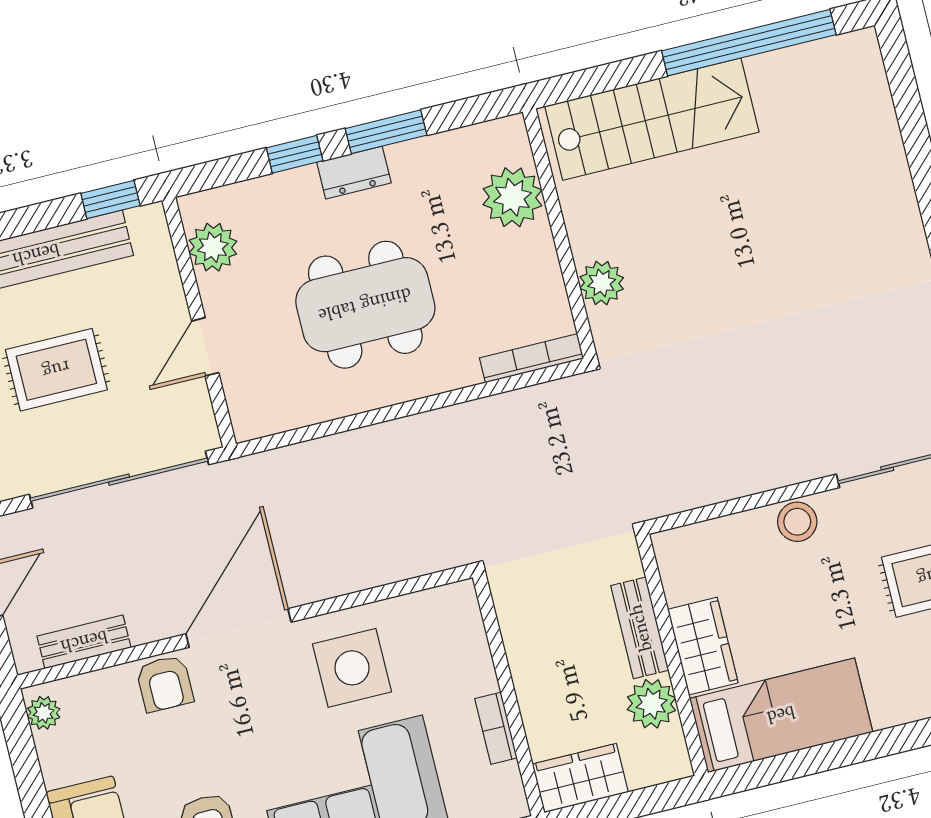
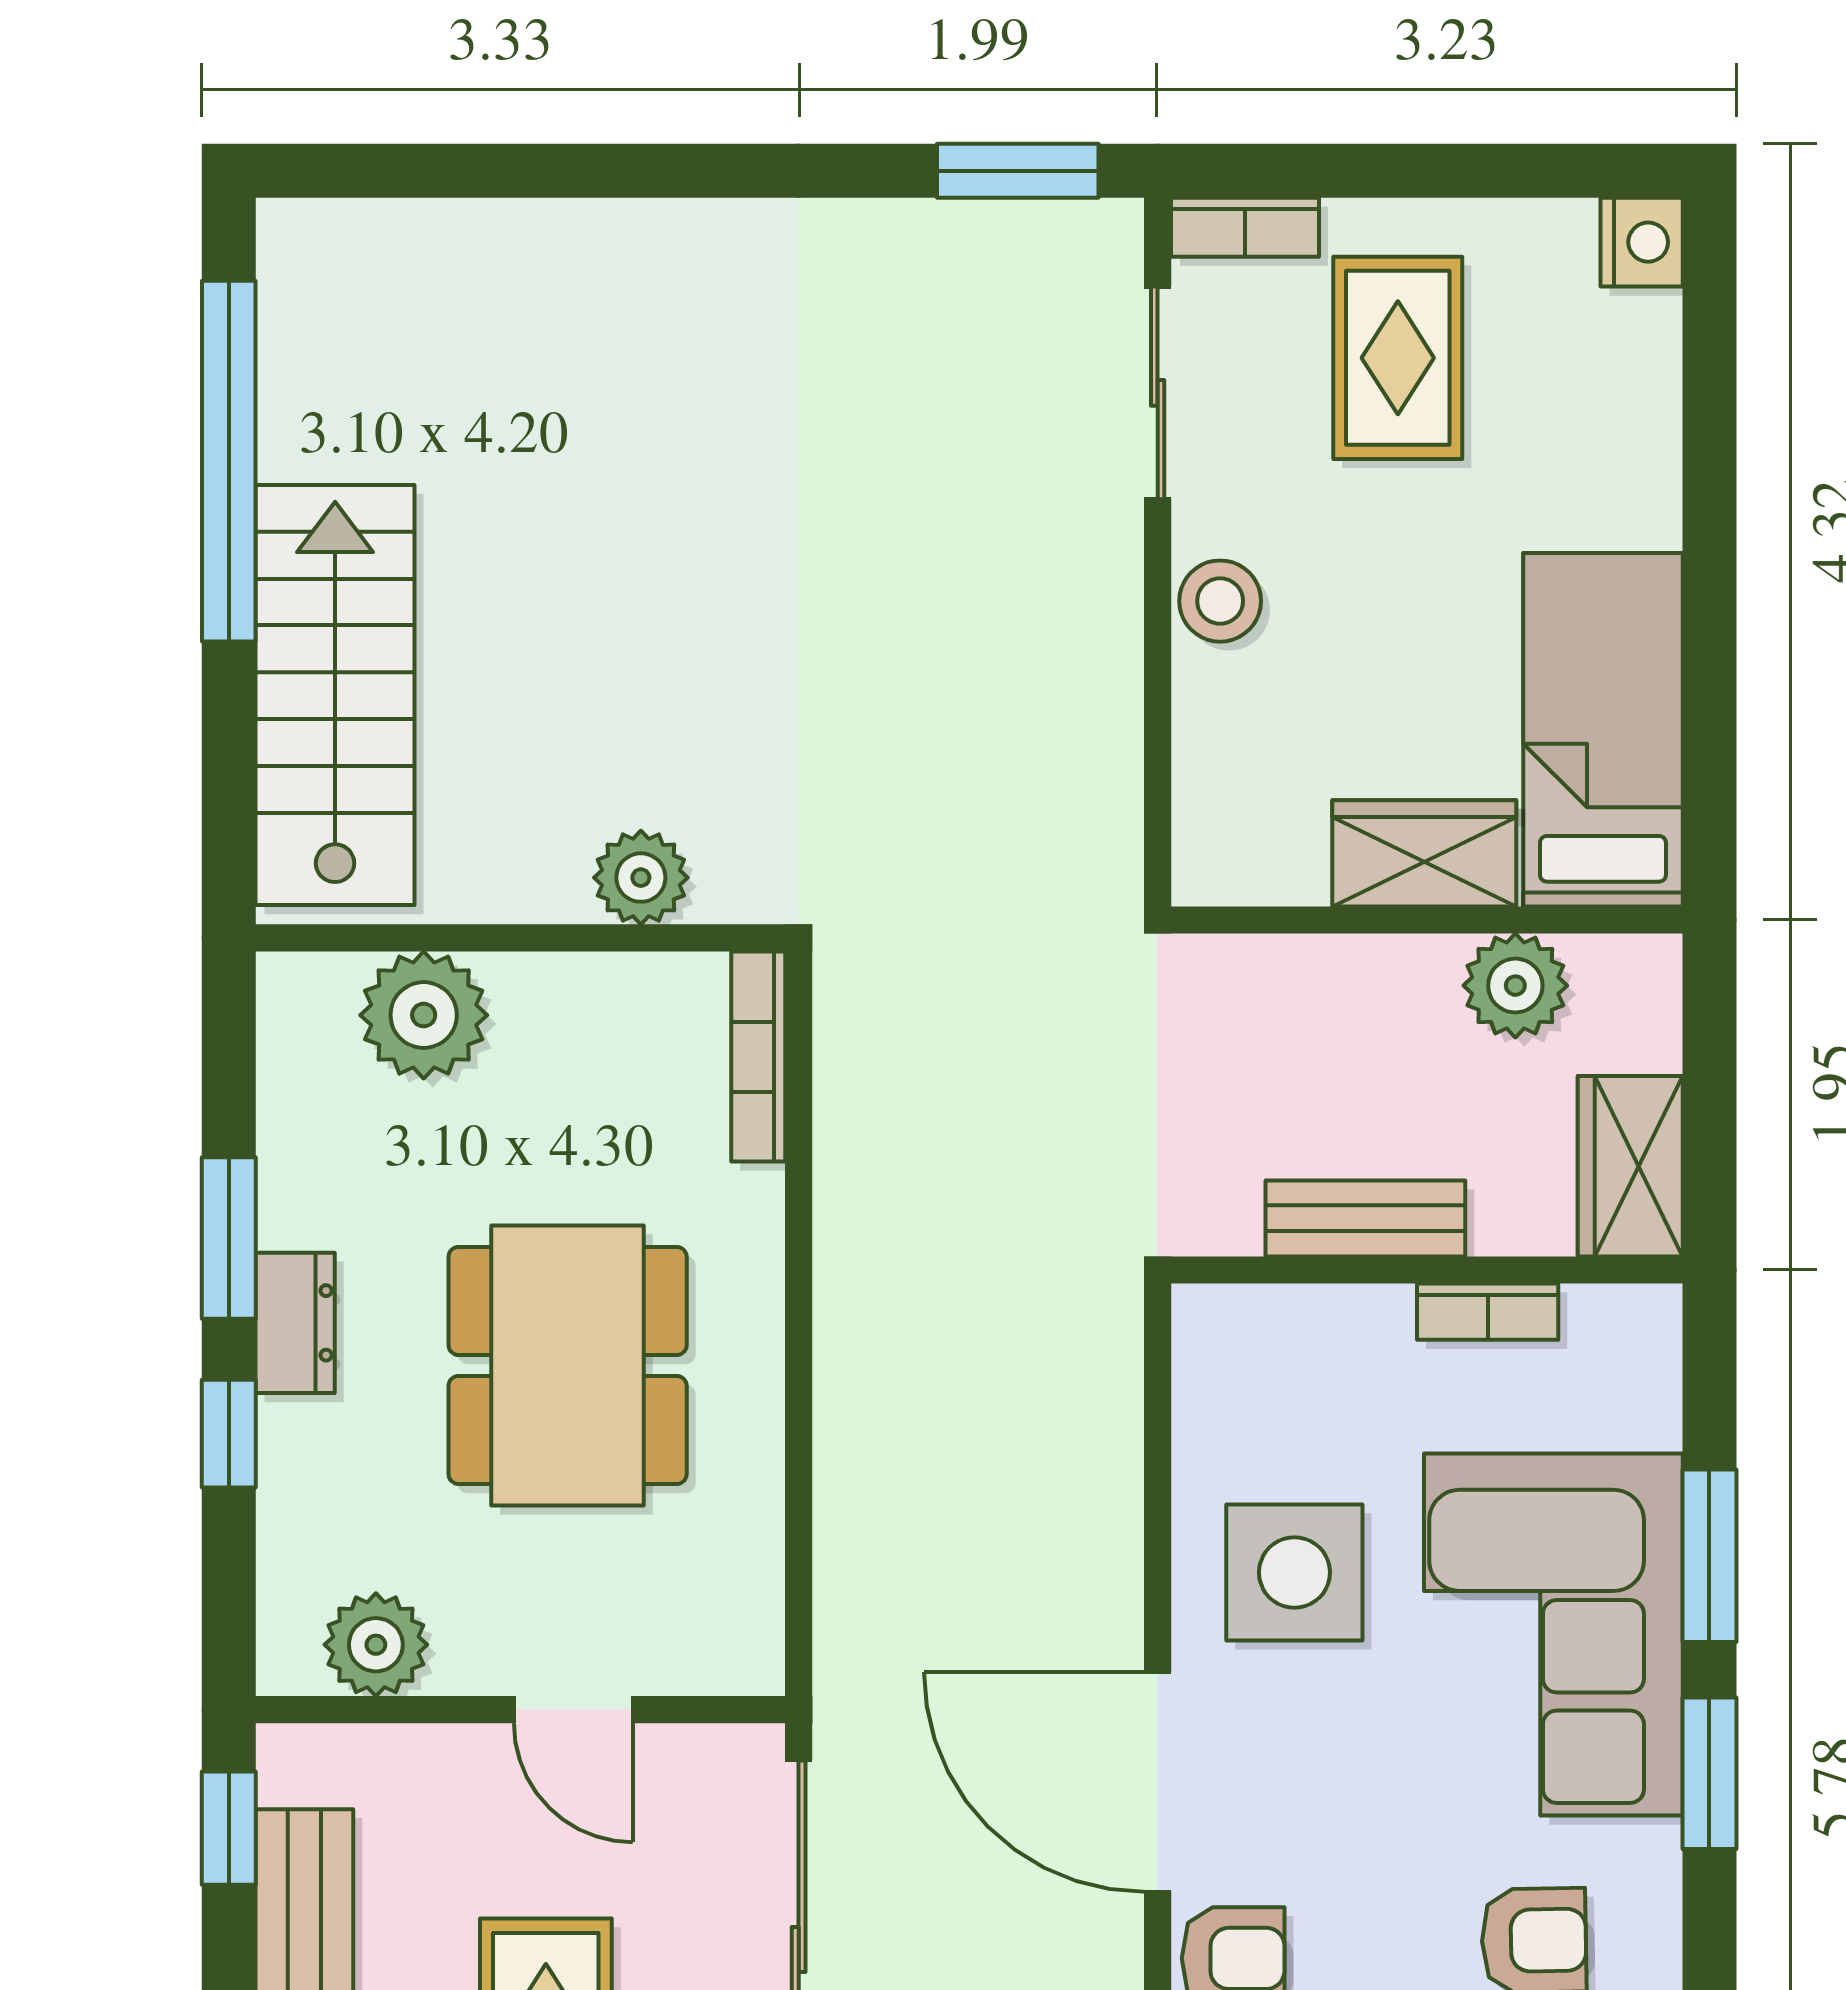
bench: (640, 628) -> (1365, 1218), moved

